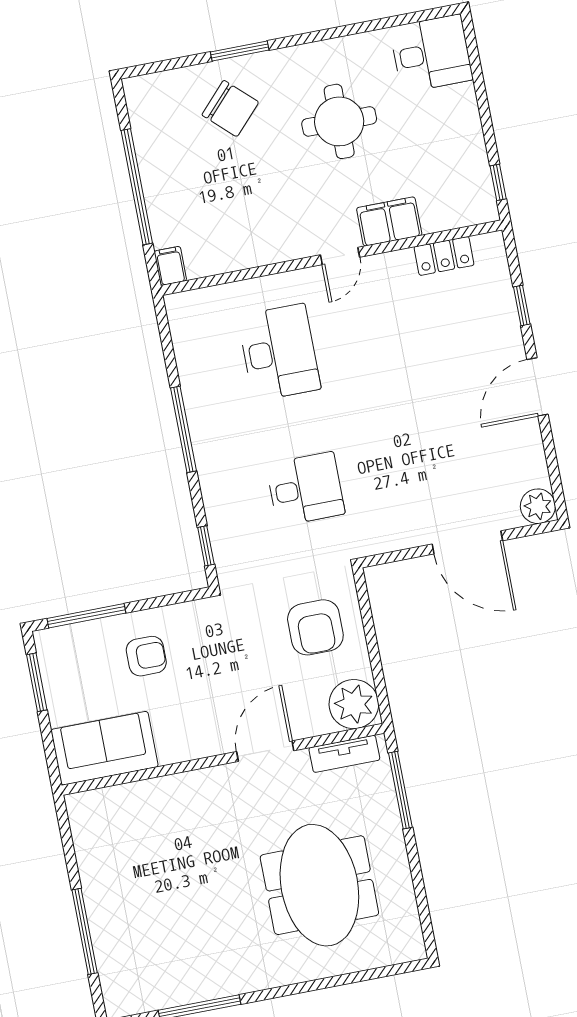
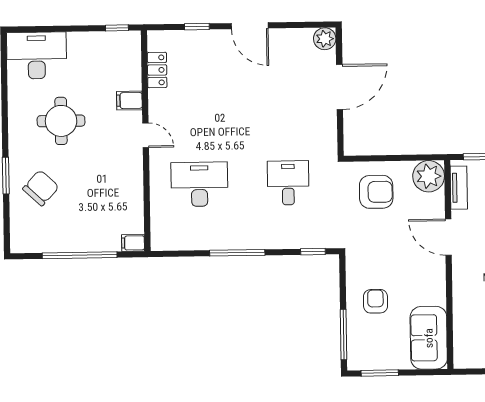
desk: (431, 53) -> (37, 55), width x1.37
filing cabinet: (389, 222) -> (129, 101), width x0.50

